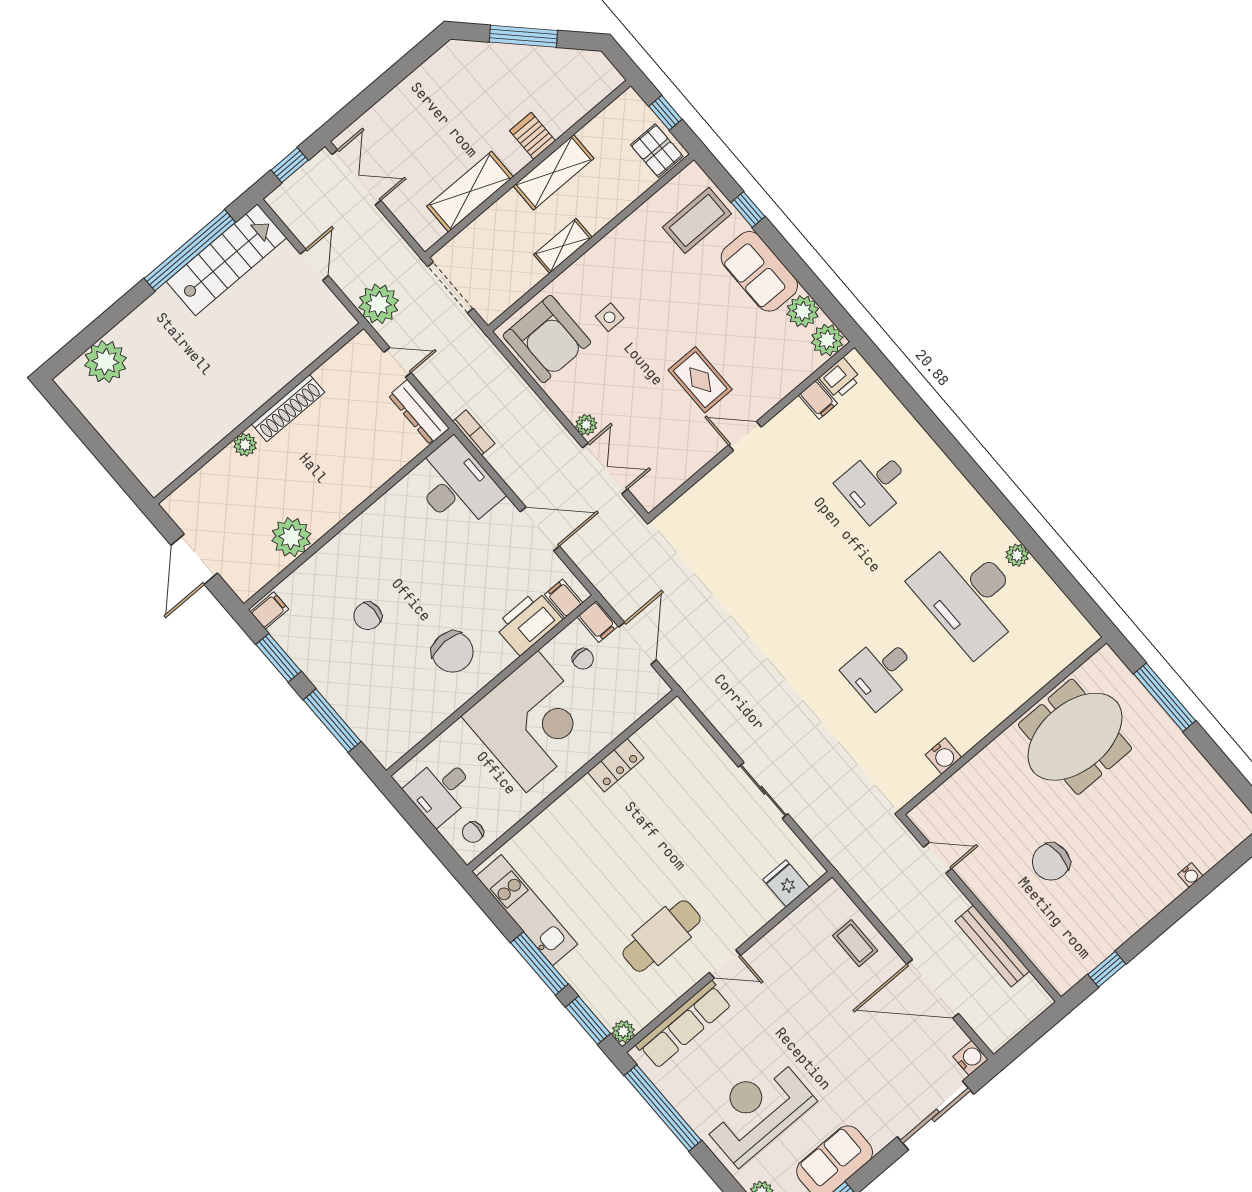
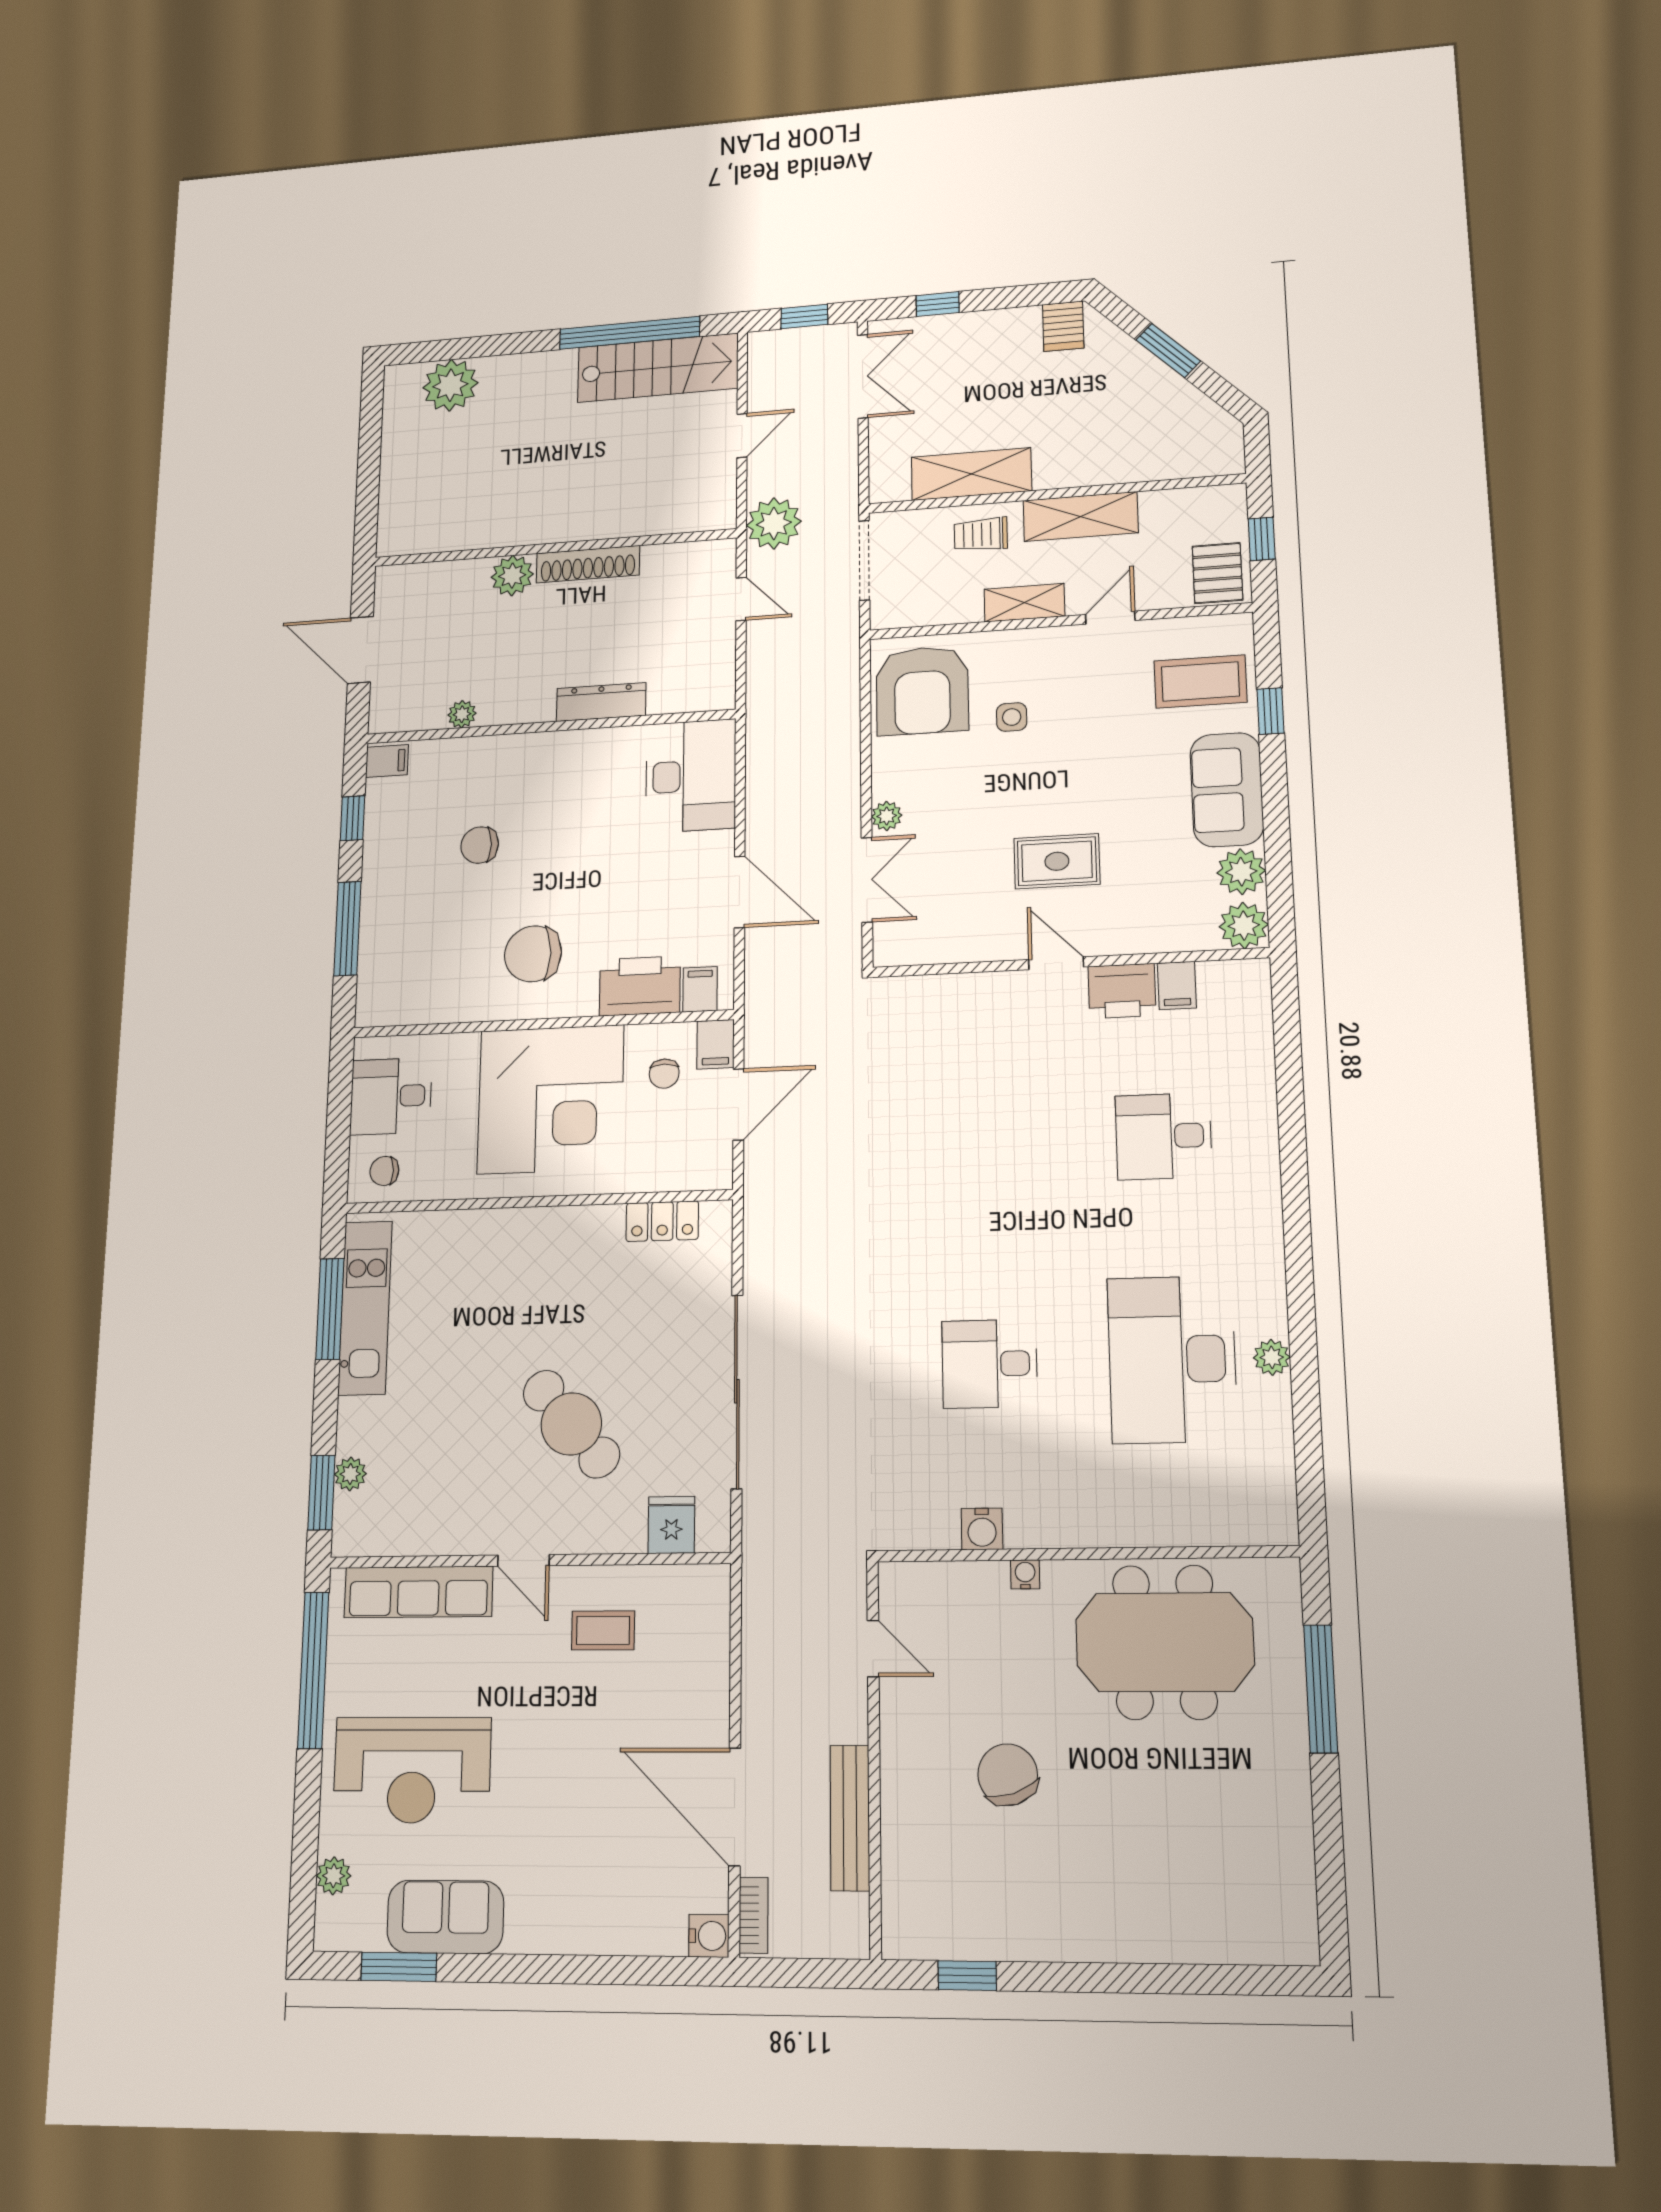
window: (523, 36) -> (1168, 351), width x0.69
window: (364, 102) -> (938, 304), added
server rack: (532, 136) -> (1063, 326), moved, turned 180
door: (618, 220) -> (1110, 618), added
trolley: (505, 224) -> (981, 534), added
printer: (840, 378) -> (1122, 991), moved, width x1.36, depth x1.24
rug: (700, 380) -> (1057, 861), turned 90
dresser: (419, 412) -> (601, 702), moved, turned 90
bookcase: (474, 433) -> (754, 1915), moved
plant: (245, 445) -> (512, 576), width x1.38, depth x1.38
plant: (291, 537) -> (462, 714), width x0.53, depth x0.53
door: (194, 559) -> (360, 650), hinge flipped
chair: (452, 652) -> (533, 954), turned 90
window: (278, 658) -> (353, 818), width x0.67
locker: (616, 765) -> (662, 1221), moved
sliding door: (763, 790) -> (737, 1391), width x1.86
chair: (1051, 862) -> (1008, 1775), turned 72
water cooler: (1190, 875) -> (1025, 1574), moved, turned 180
cafe table: (662, 936) -> (571, 1424), moved, turned 49
coffee table: (855, 943) -> (603, 1630), moved, turned 90
window: (539, 963) -> (330, 1309), moved
plant: (623, 1031) -> (350, 1474), moved
reception desk: (757, 1110) -> (412, 1770), turned 180
sliding door: (936, 1115) -> (608, 1970), removed

